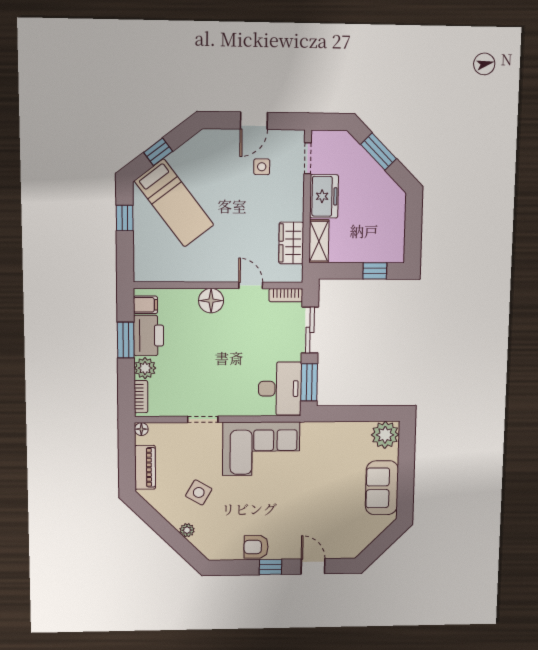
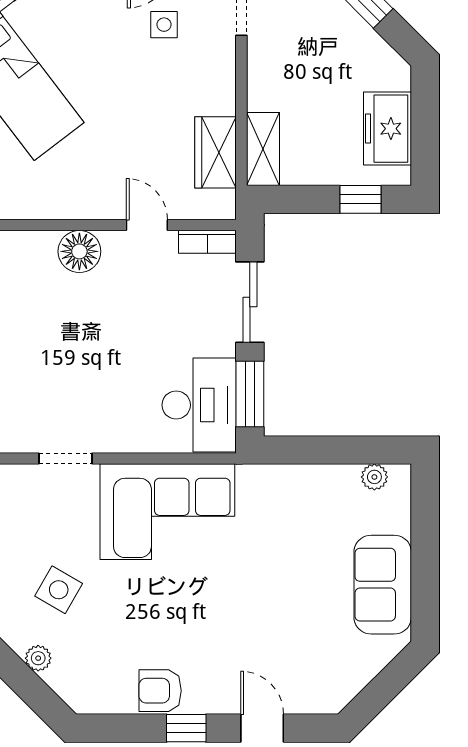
freezer: (324, 196) -> (388, 129), moved, turned 180
plant: (385, 435) -> (374, 477), width x0.53, depth x0.53

